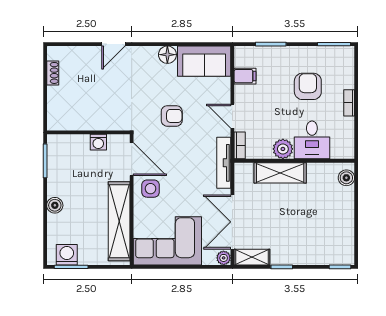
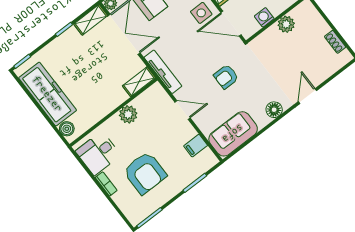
floor lamp: (167, 55) -> (274, 110), moved
armchair: (308, 86) -> (145, 173), width x1.36, depth x1.36
plant: (84, 121) -> (286, 24), added
desk: (312, 140) -> (98, 153), moved, turned -90
bookcase: (240, 145) -> (161, 93), removed
shelving: (280, 173) -> (139, 82), moved, width x0.67, depth x0.75
freezer: (340, 221) -> (48, 94), added

